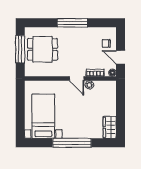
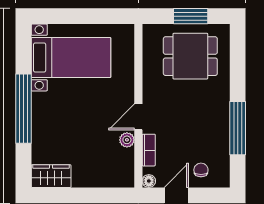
window: (72, 23) -> (238, 128), moved
window: (20, 49) -> (191, 16), width x0.69
dining table: (43, 49) -> (190, 56), turned 90

